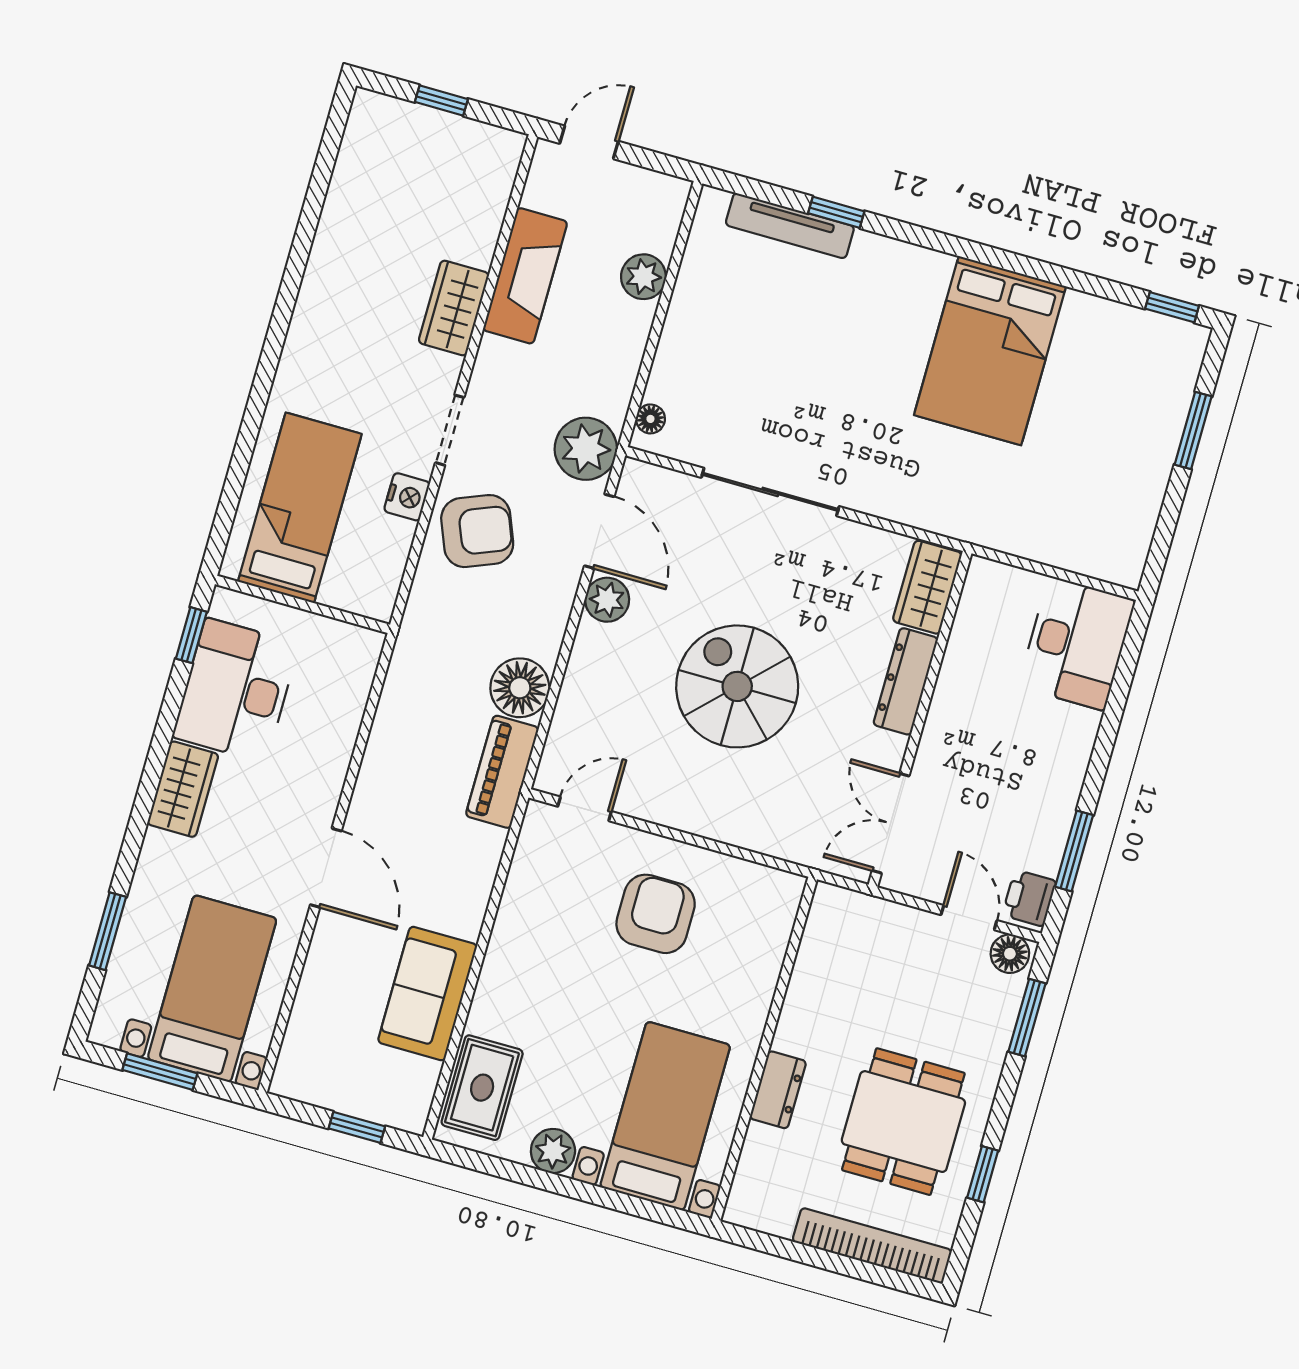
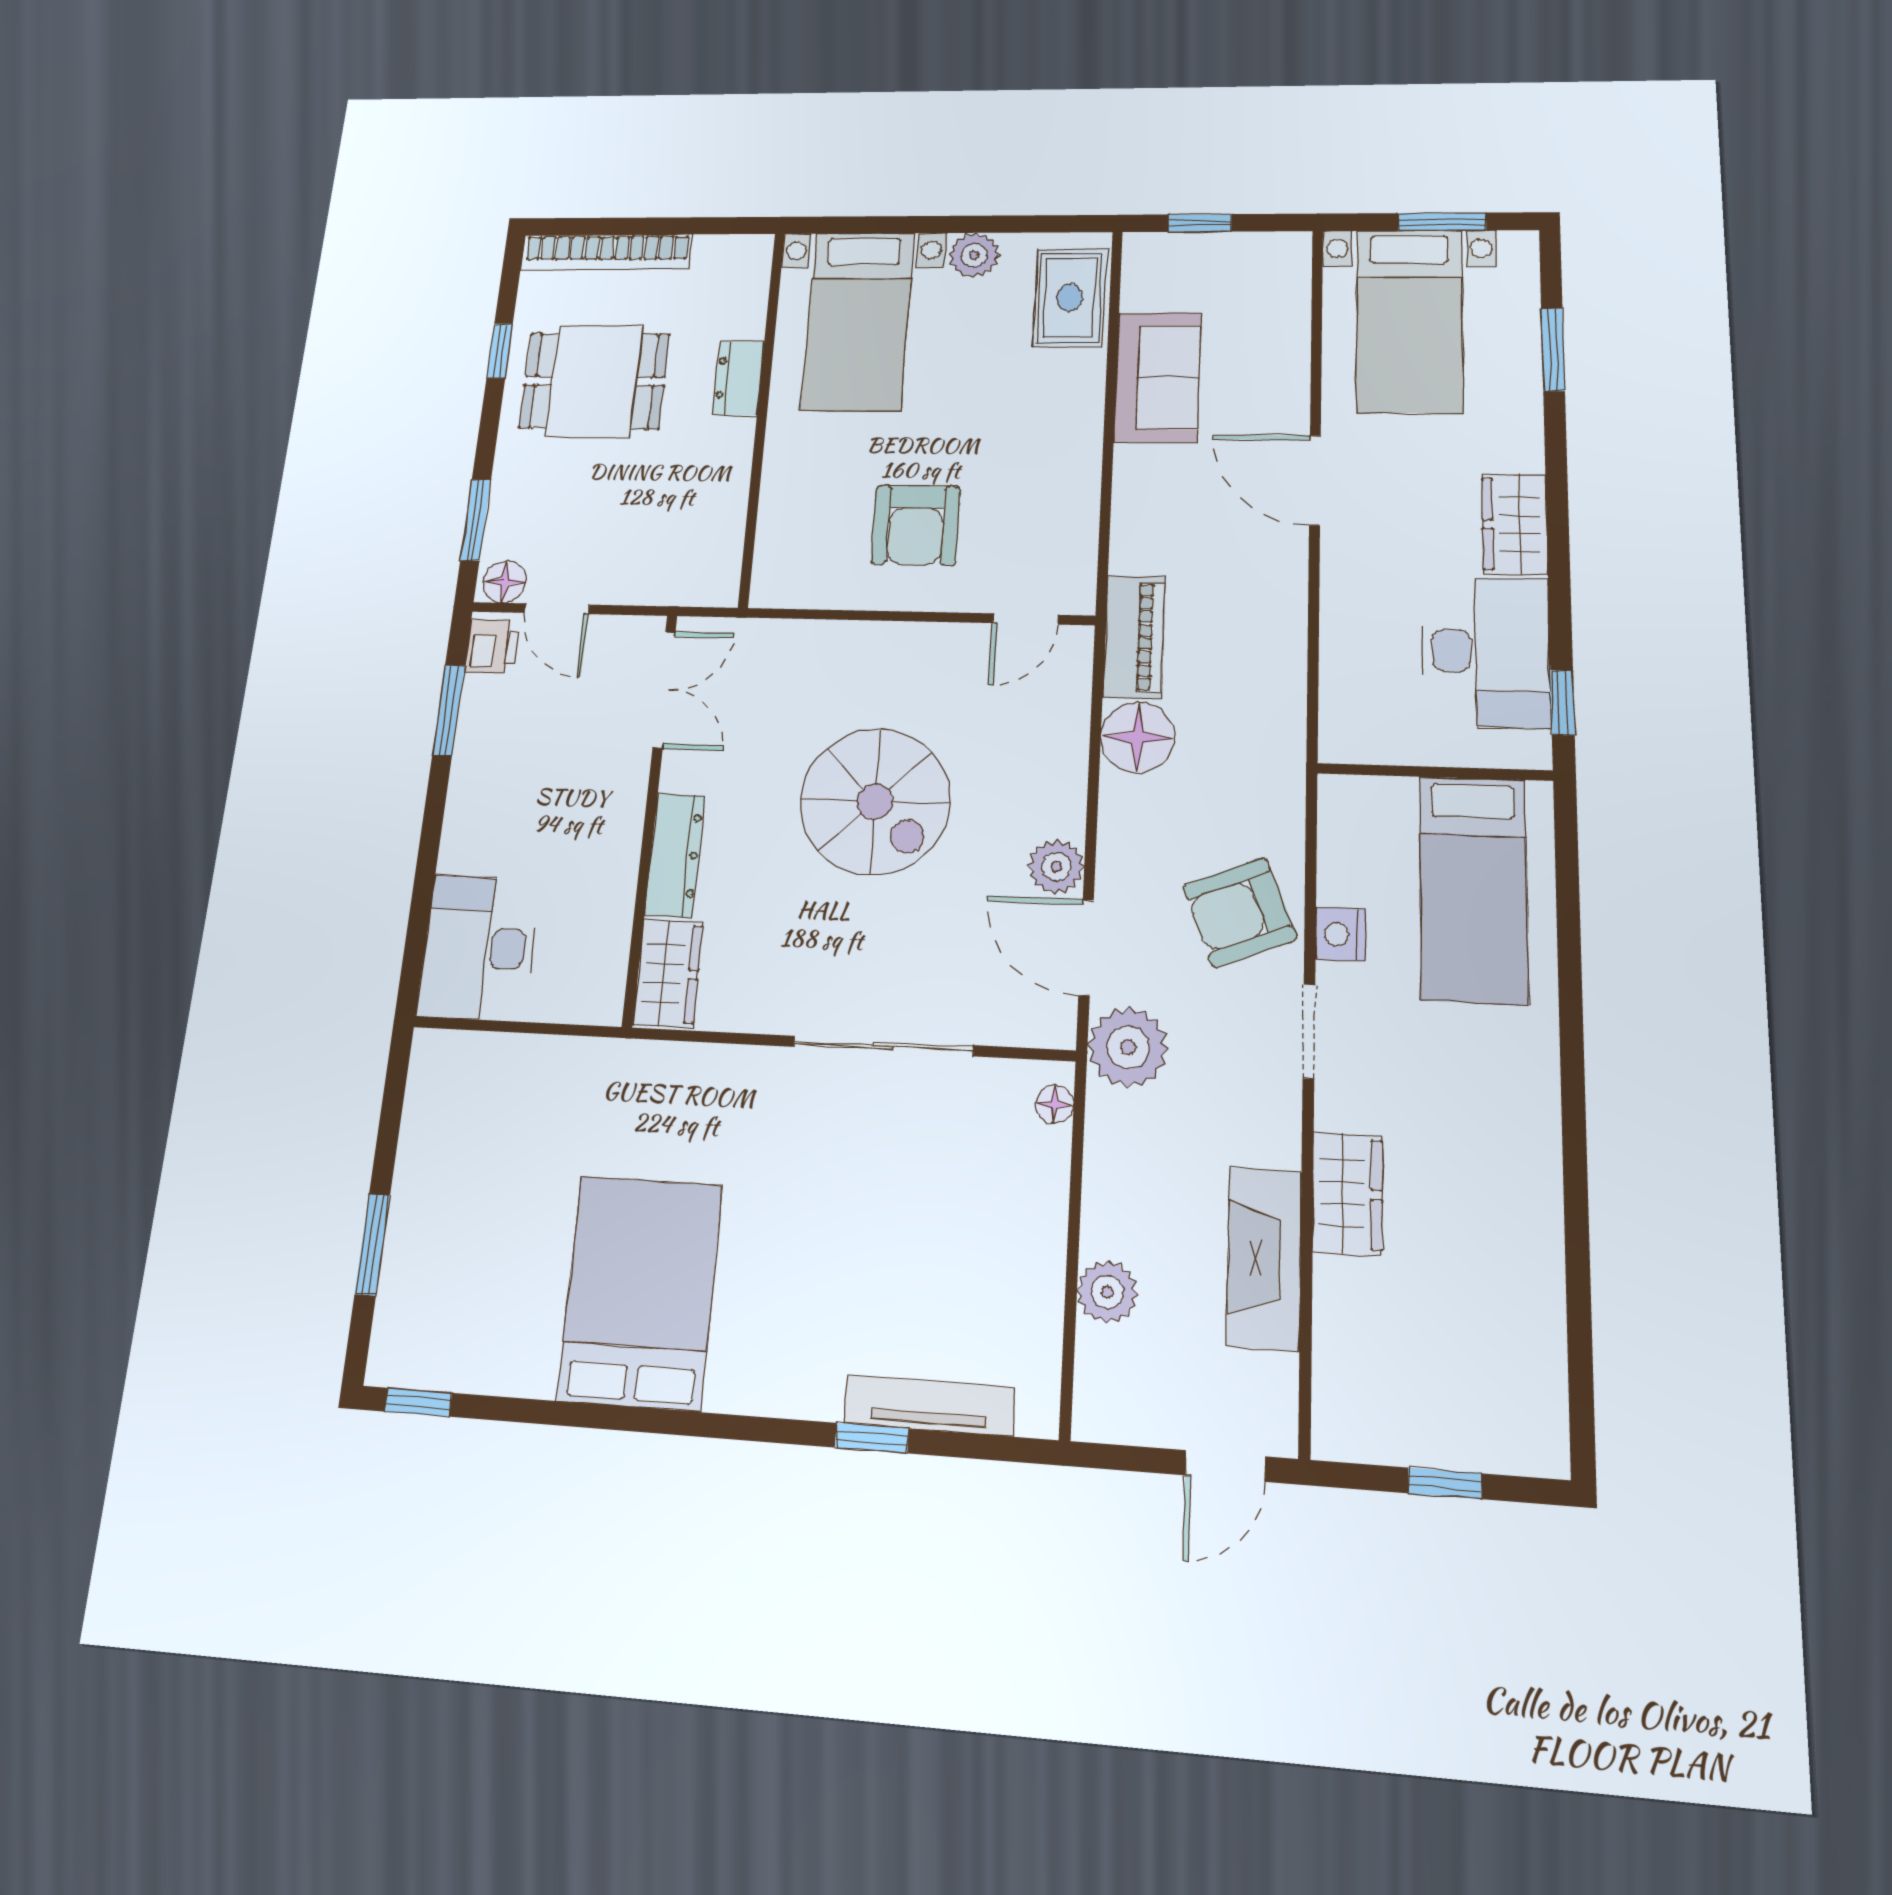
dining table: (903, 1122) -> (594, 381), turned 90

